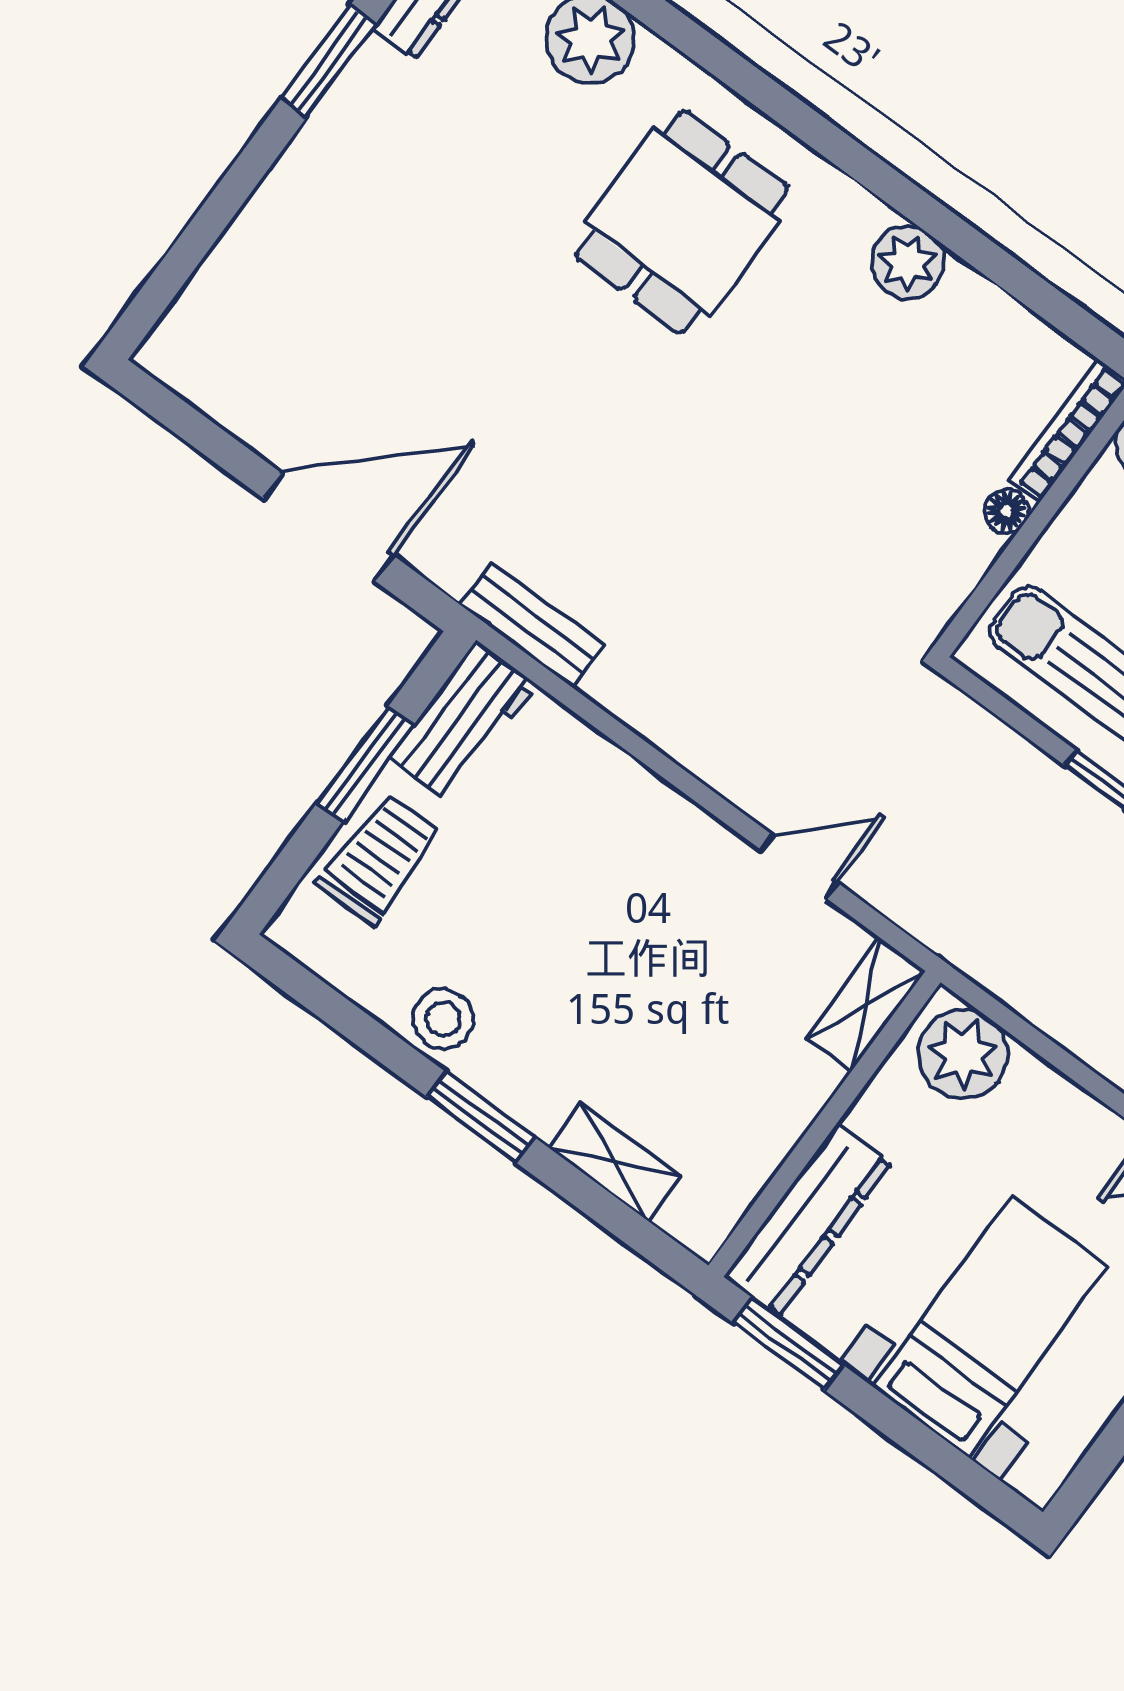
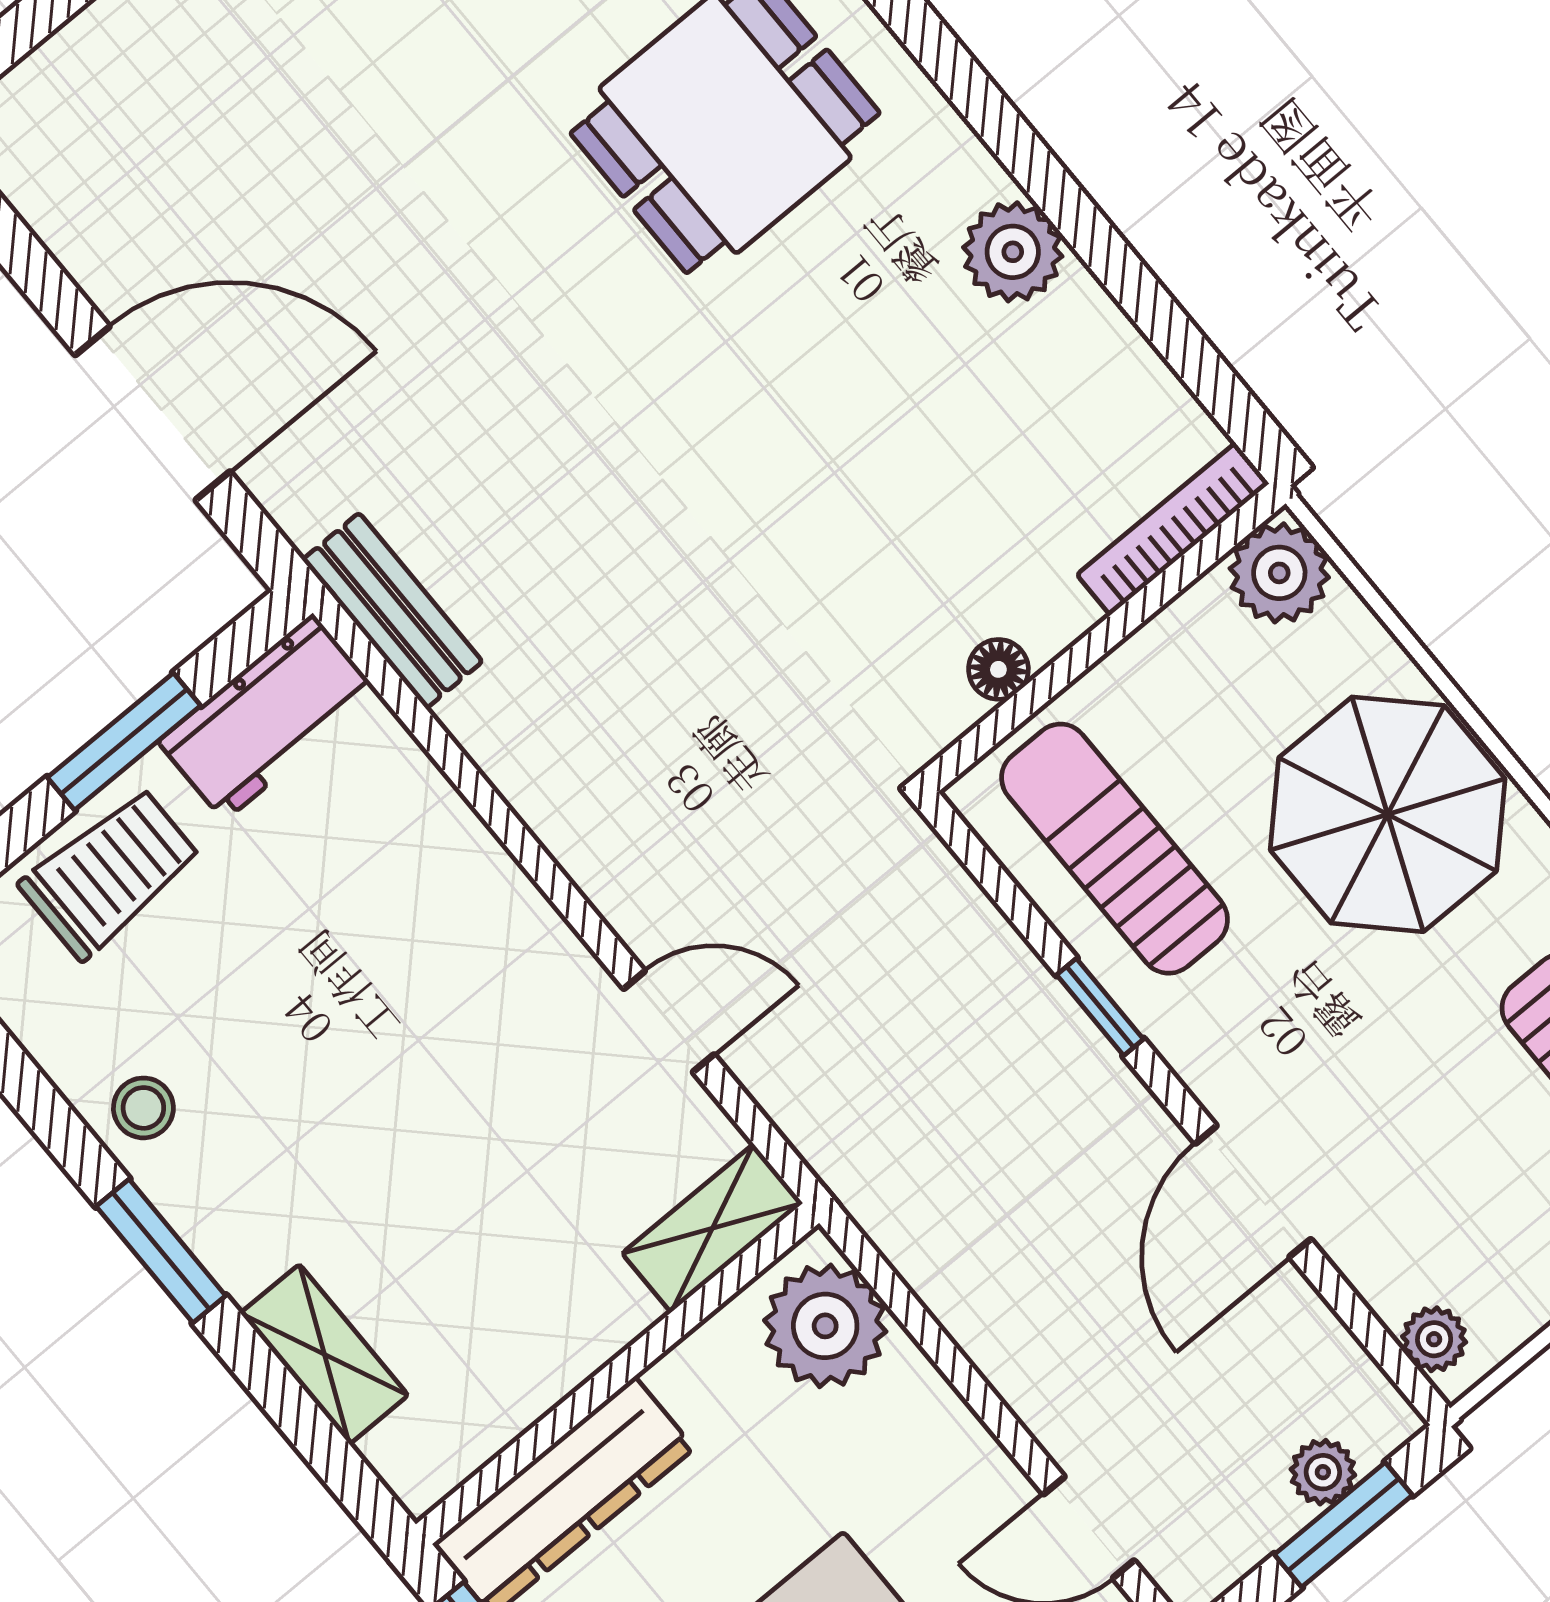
floor lamp: (1007, 511) -> (998, 669), moved
stool: (443, 1019) -> (143, 1108), width x0.73, depth x0.73

